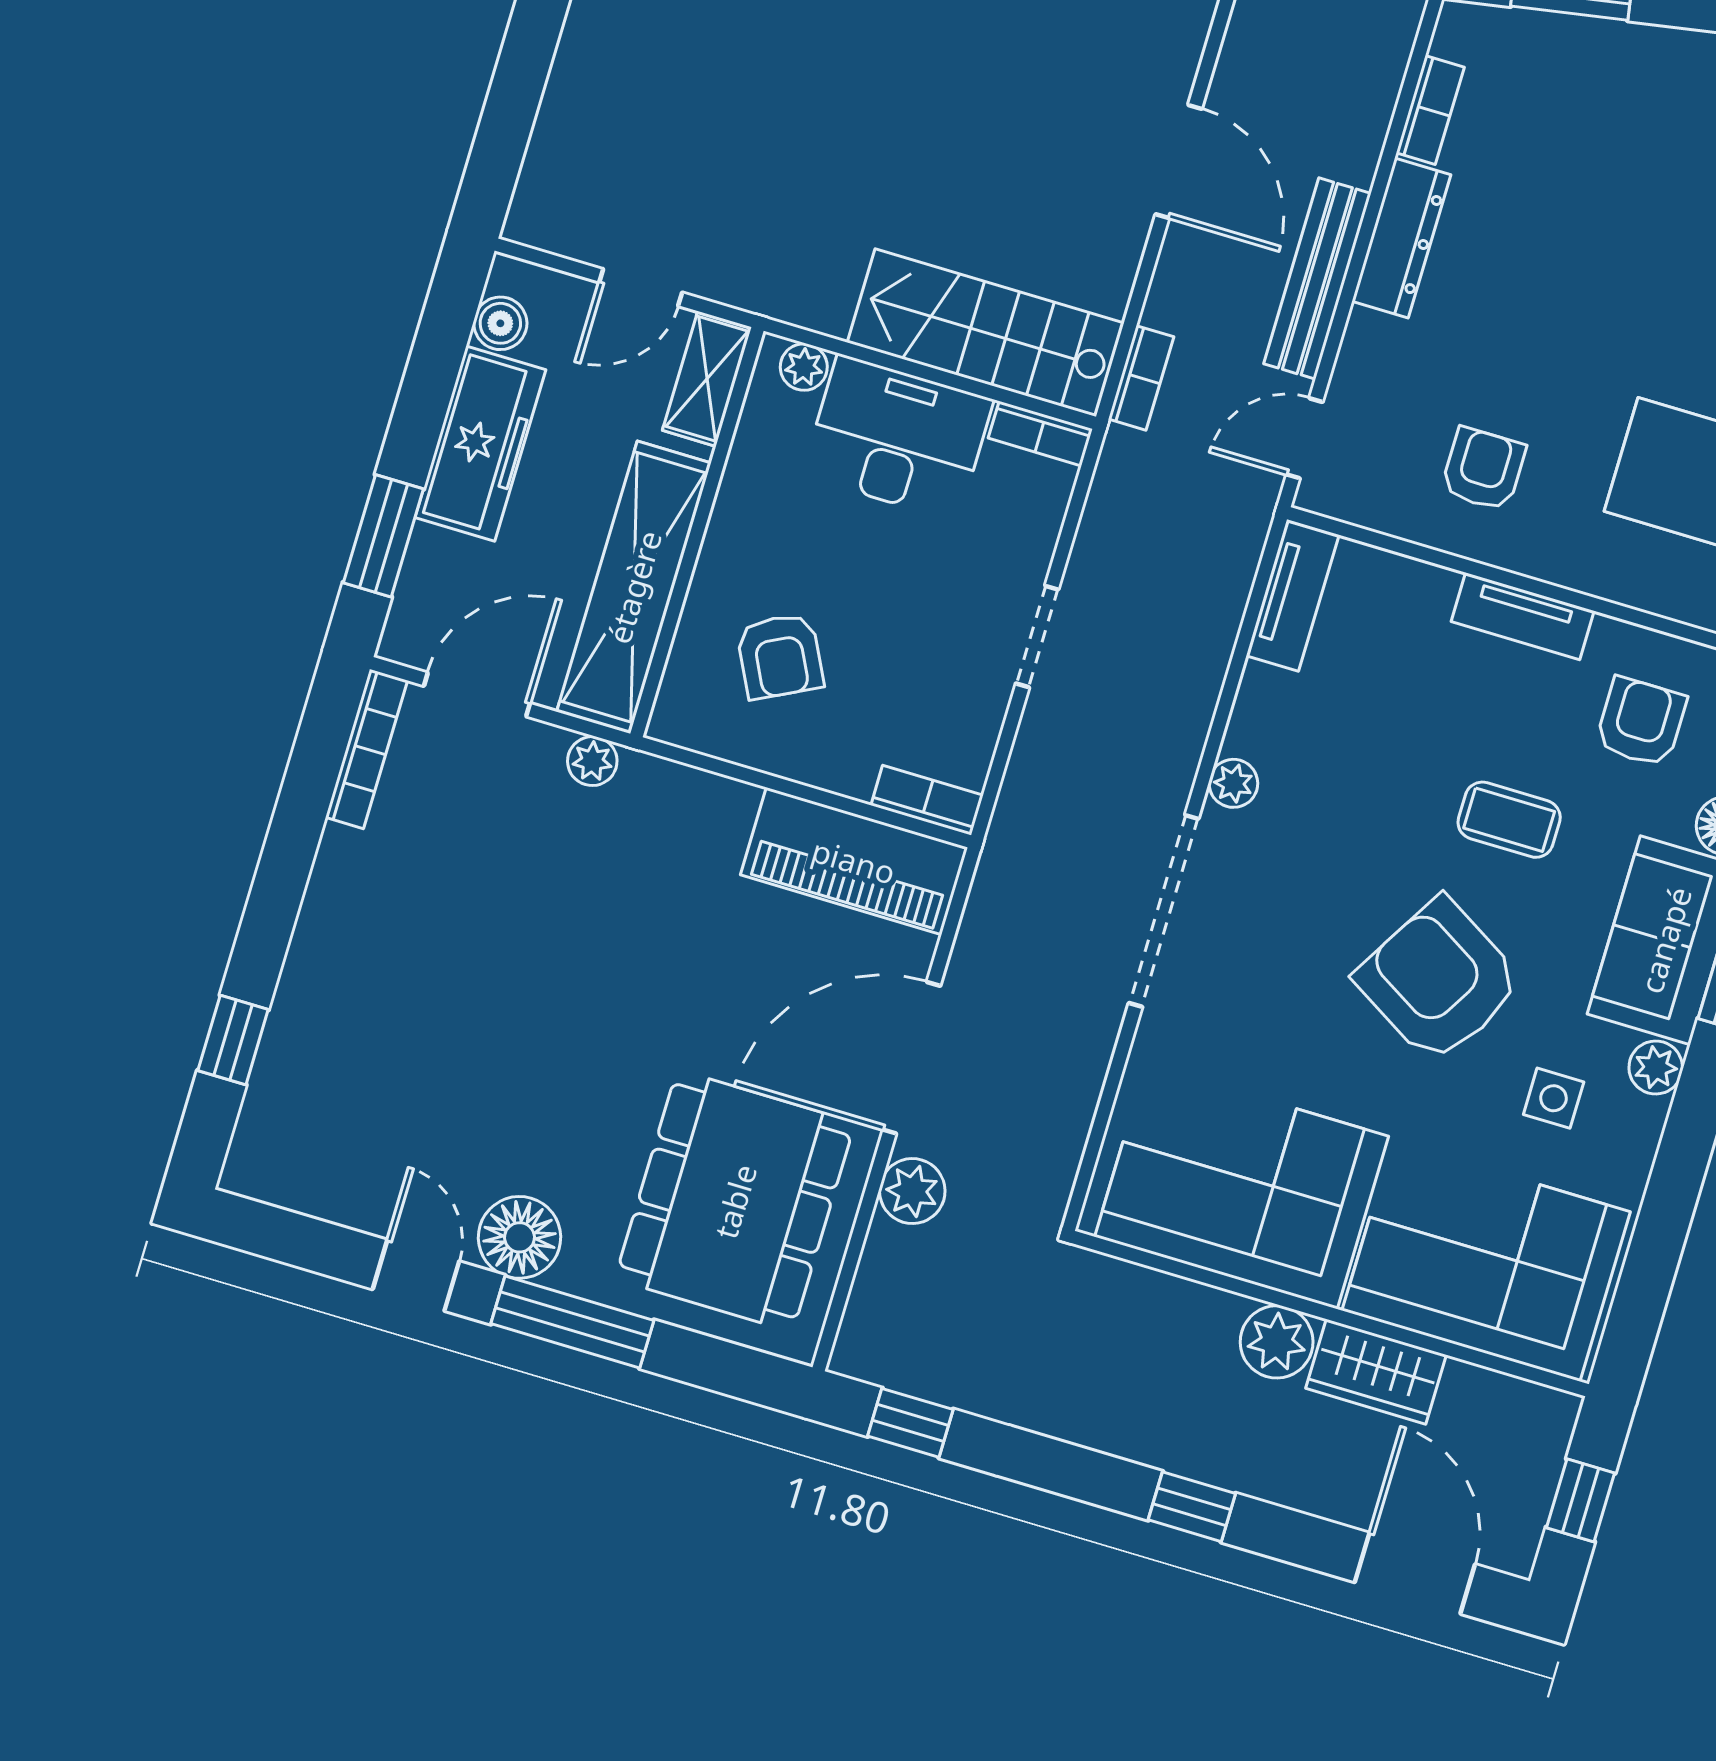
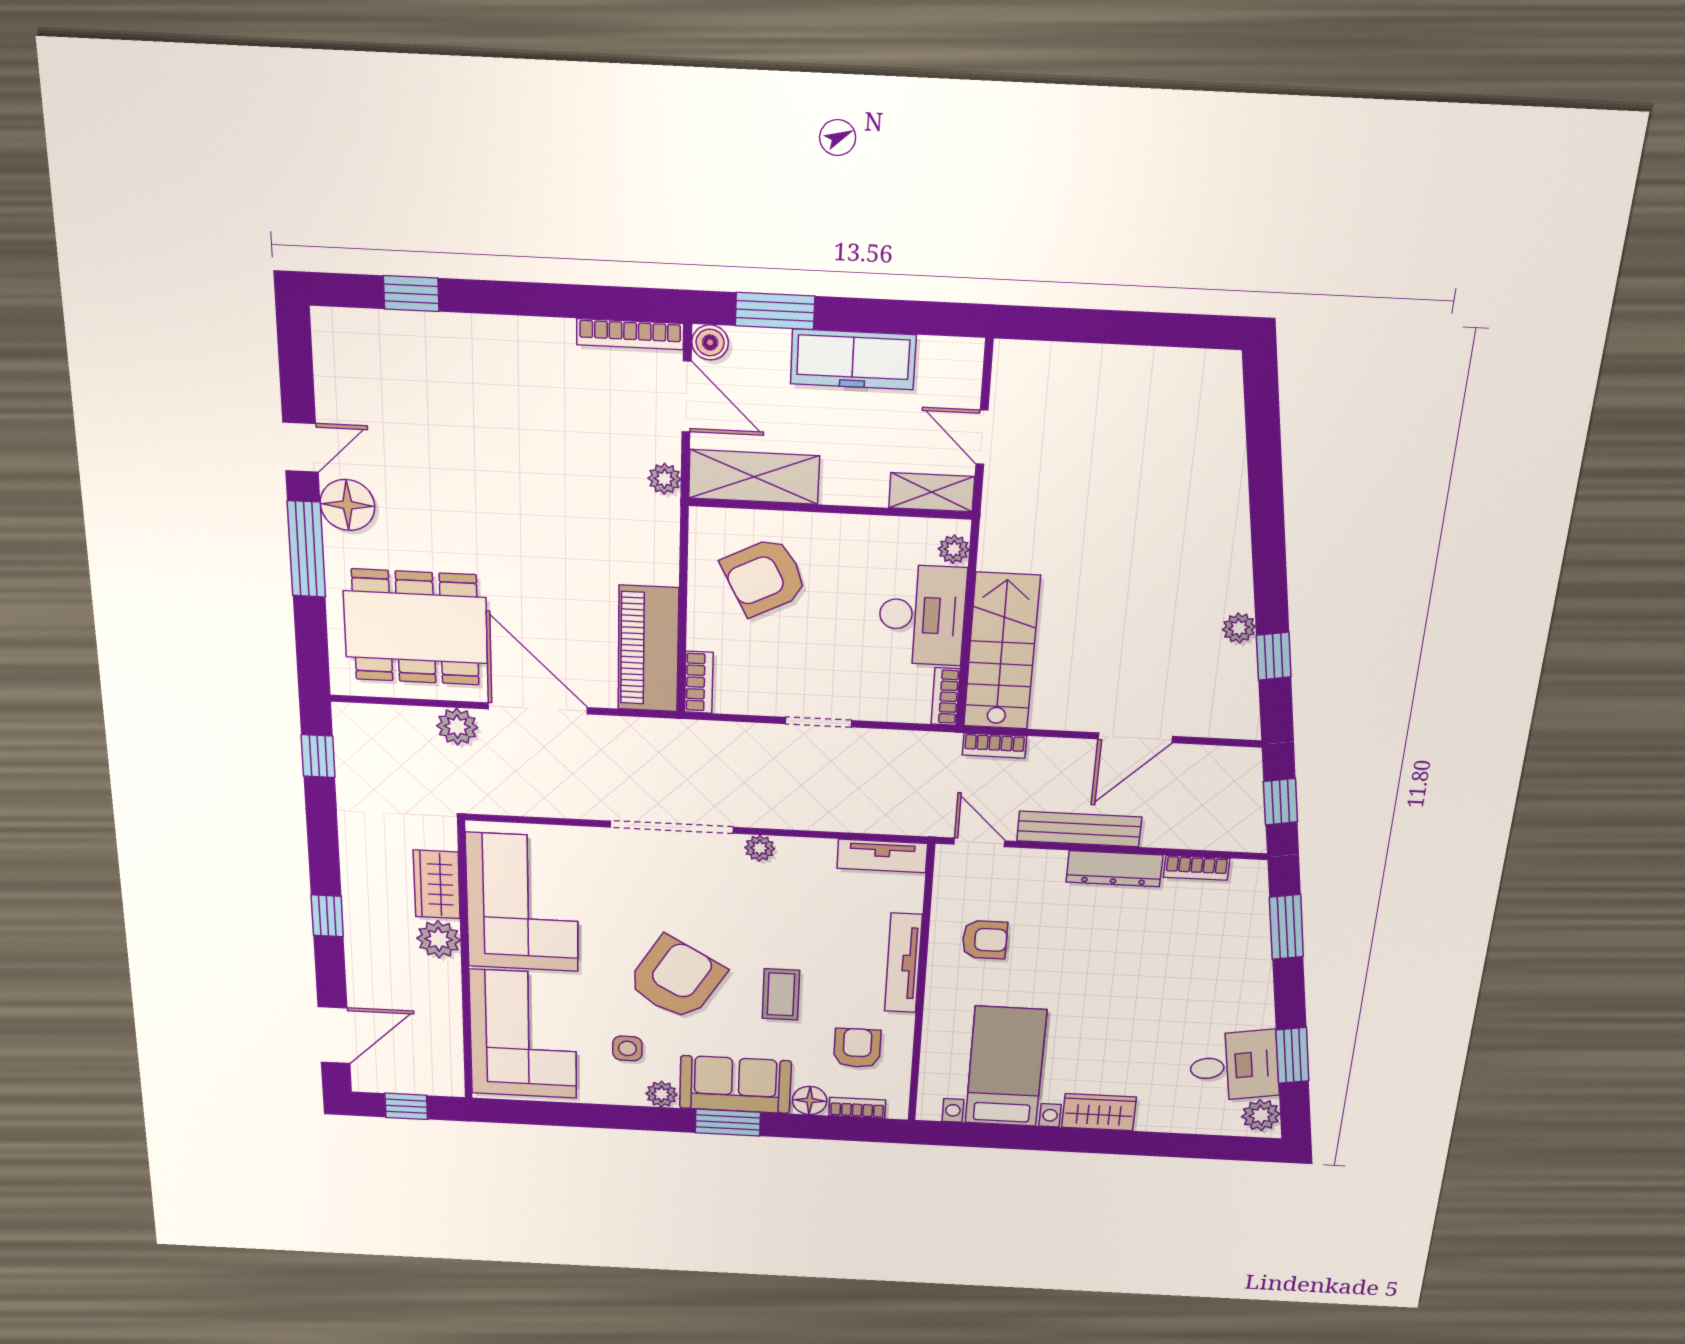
boiler: (500, 323) -> (710, 342), moved
shelving: (634, 587) -> (754, 477), width x0.68
tv unit: (1523, 616) -> (903, 963), width x1.41
armchair: (780, 656) -> (764, 577), width x1.38, depth x1.38
armchair: (1641, 722) -> (857, 1048), turned -90
wardrobe: (1376, 1372) -> (437, 884), moved

